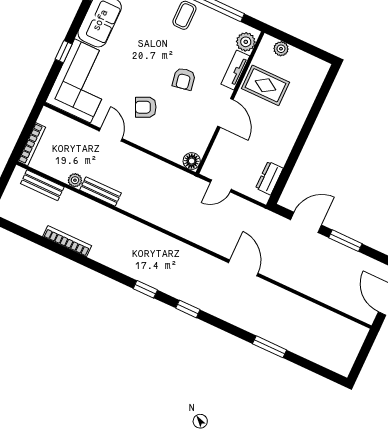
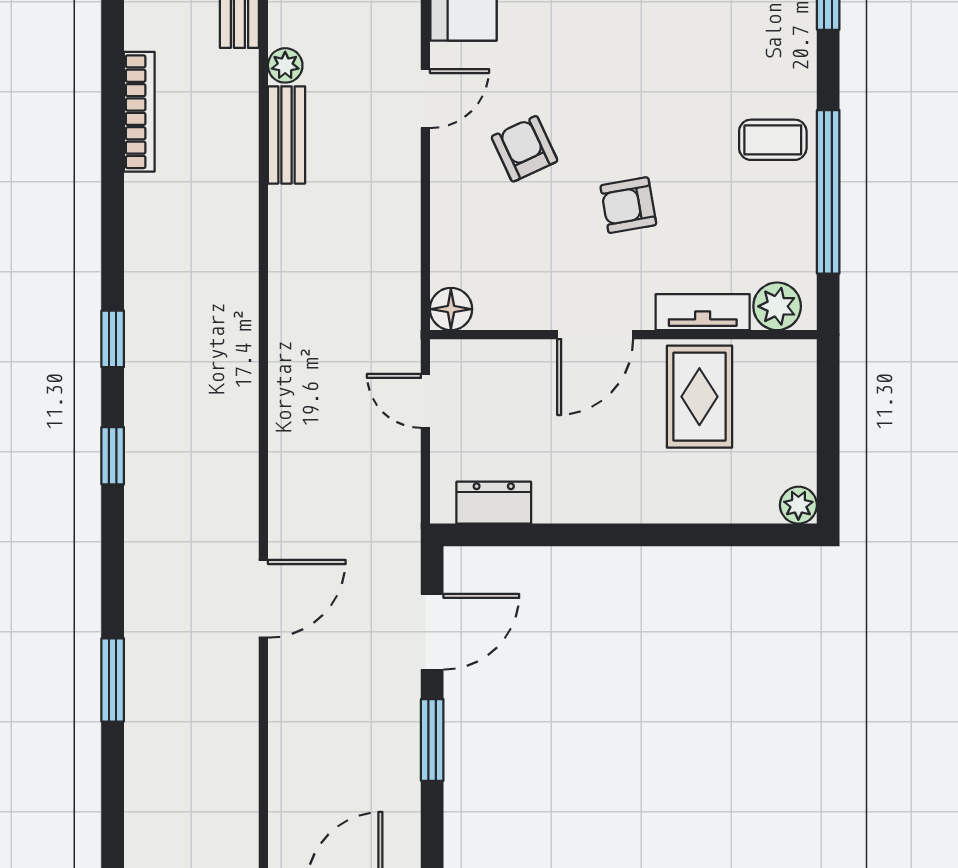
plant: (281, 49) -> (798, 505), moved
door: (306, 222) -> (432, 632), hinge flipped
door: (243, 268) -> (263, 599), moved

